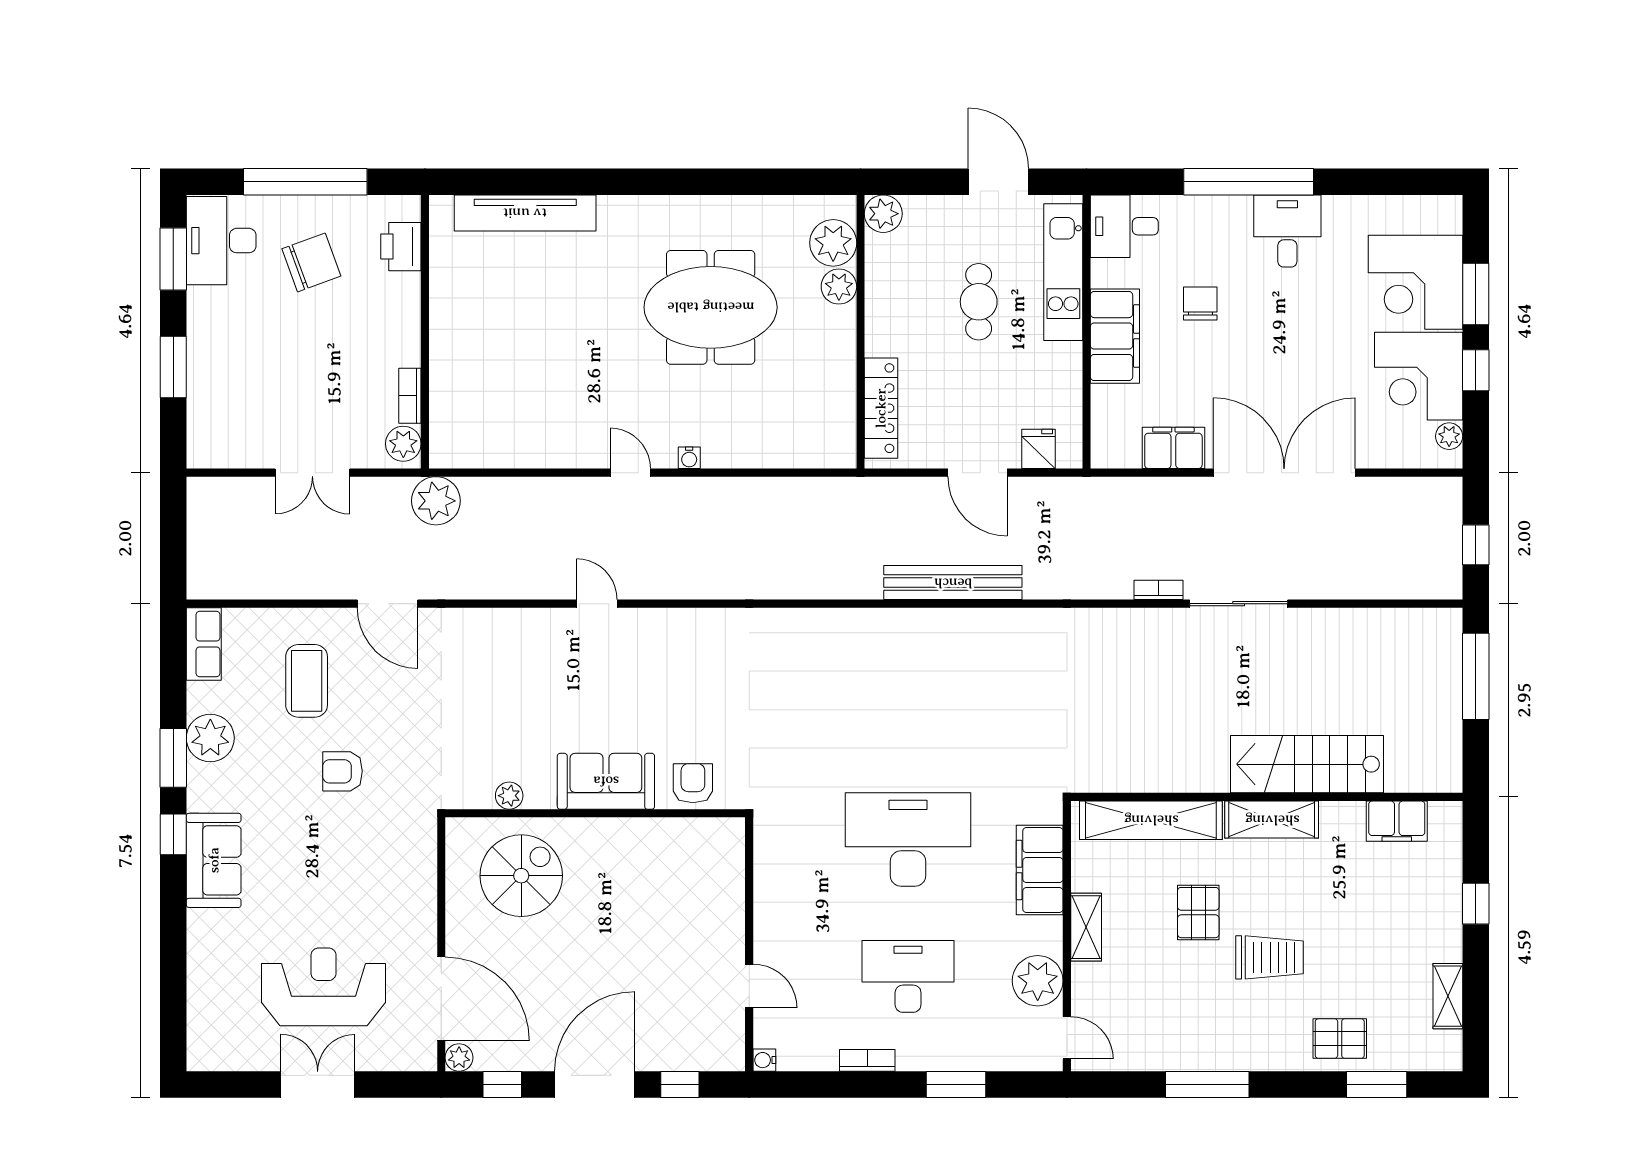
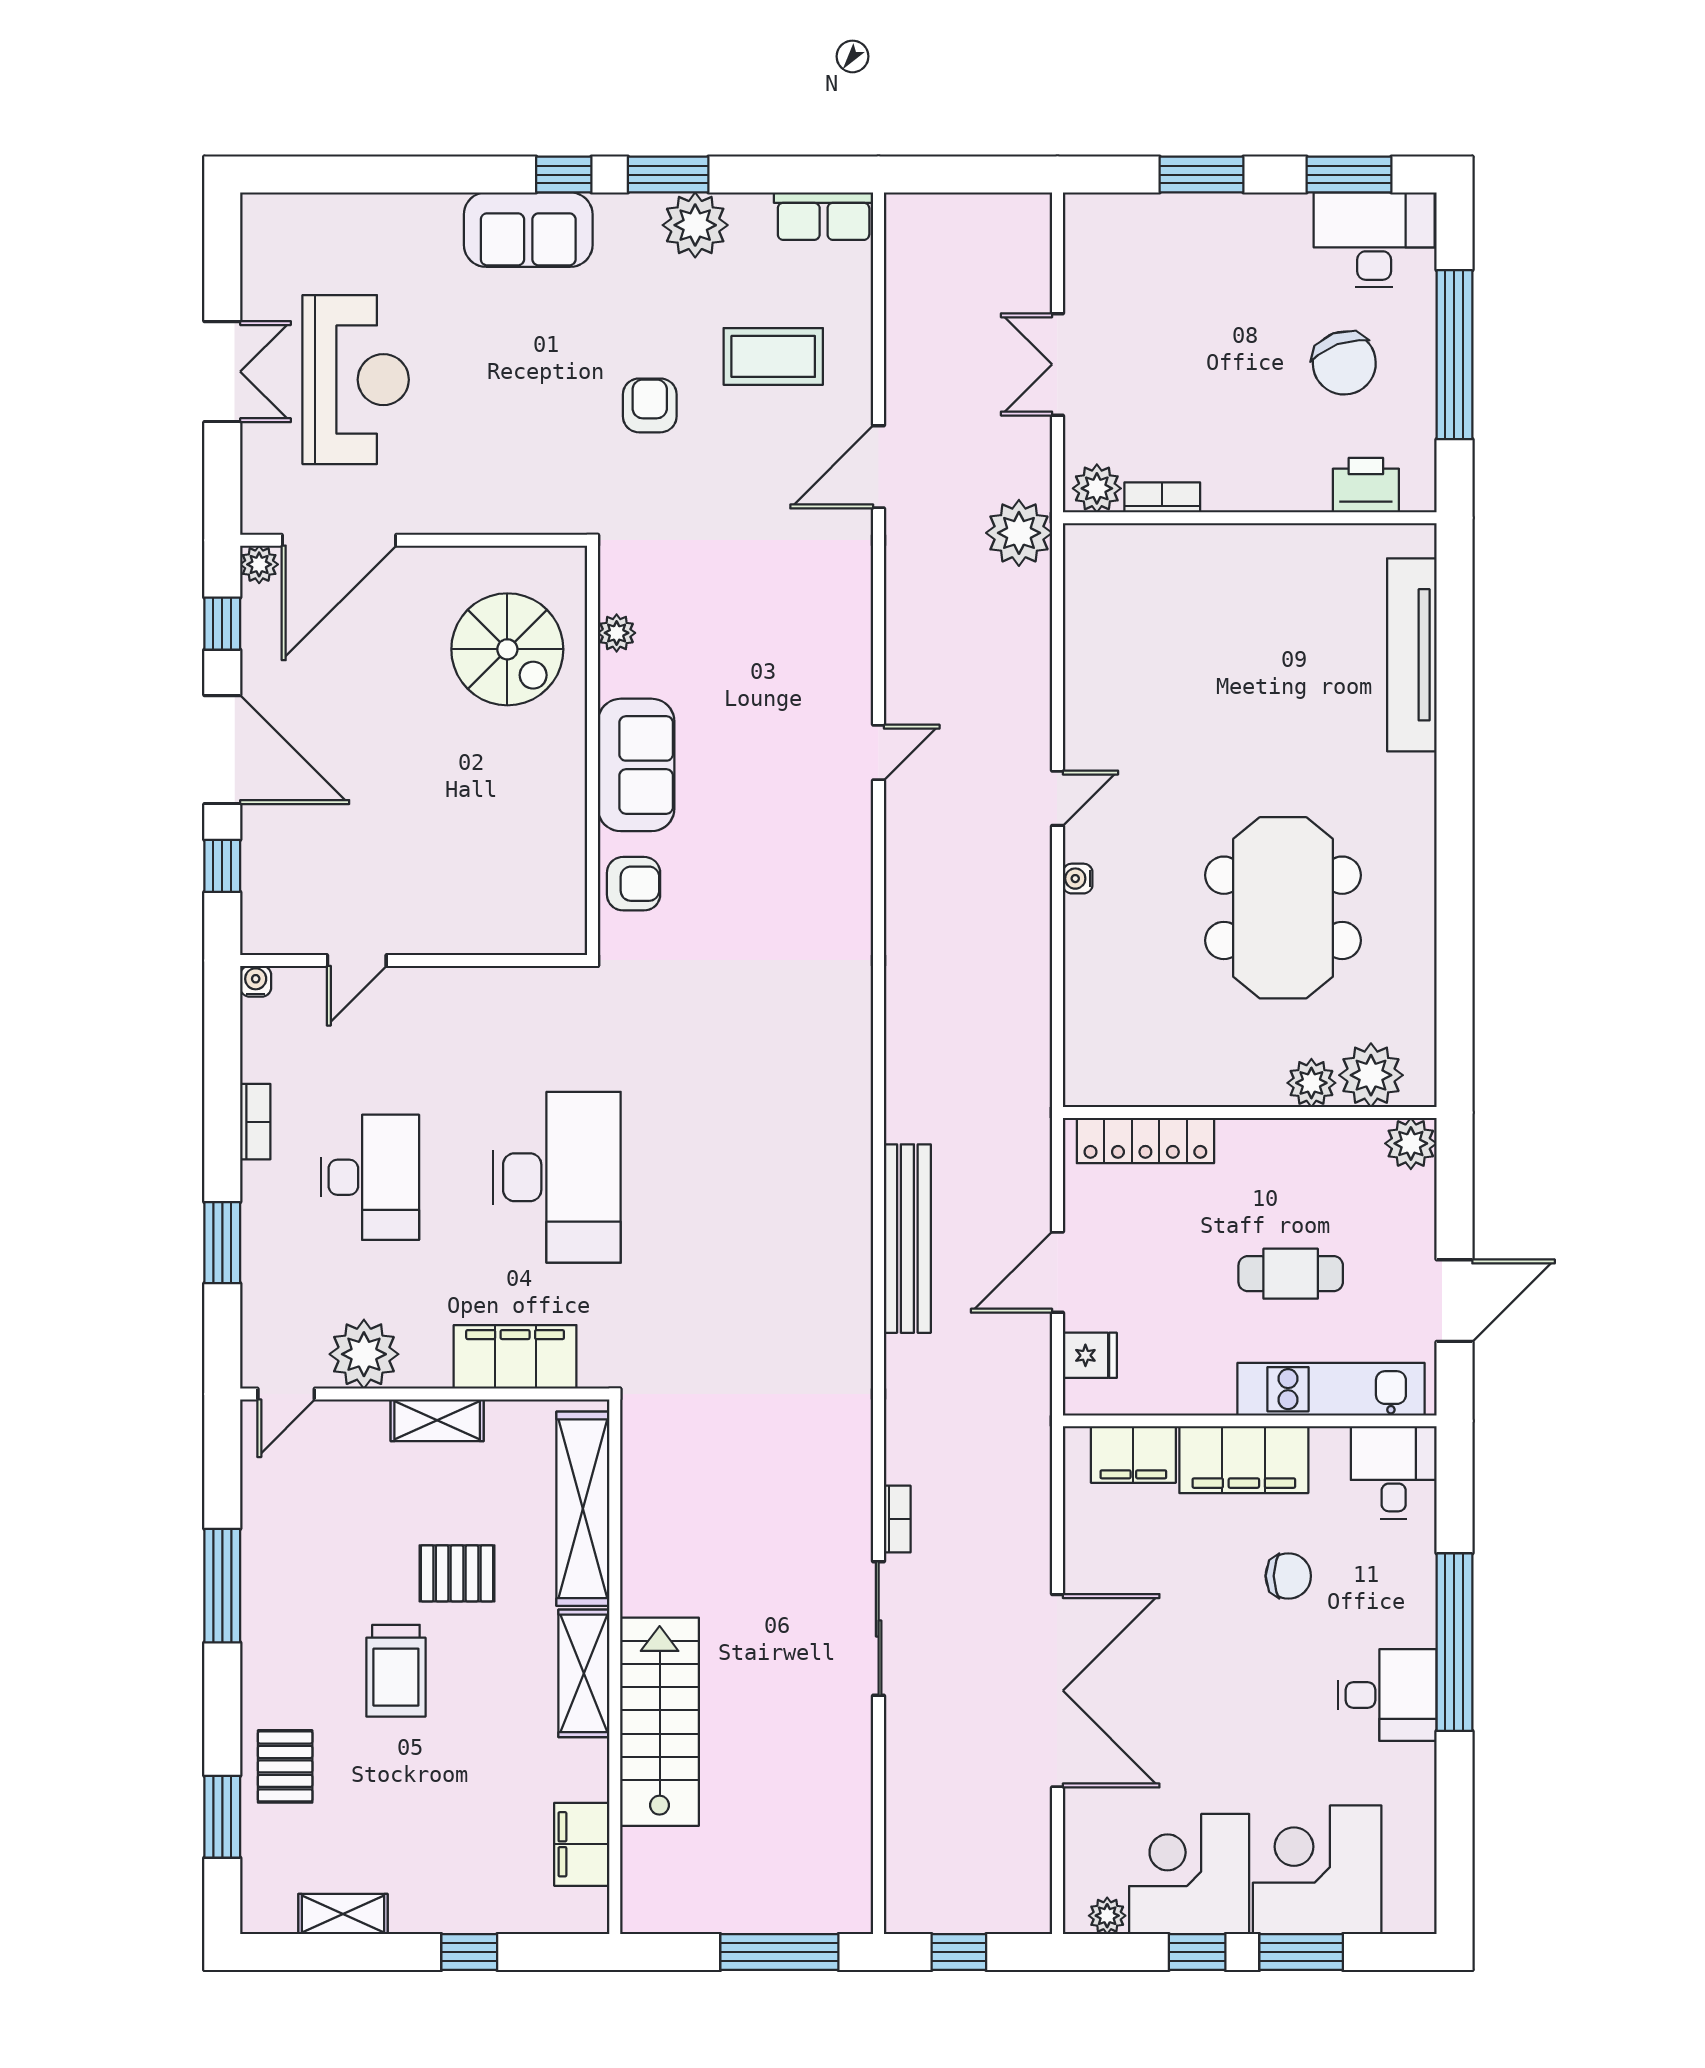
filing cabinet: (1173, 448) -> (1133, 1455), moved, turned 90

